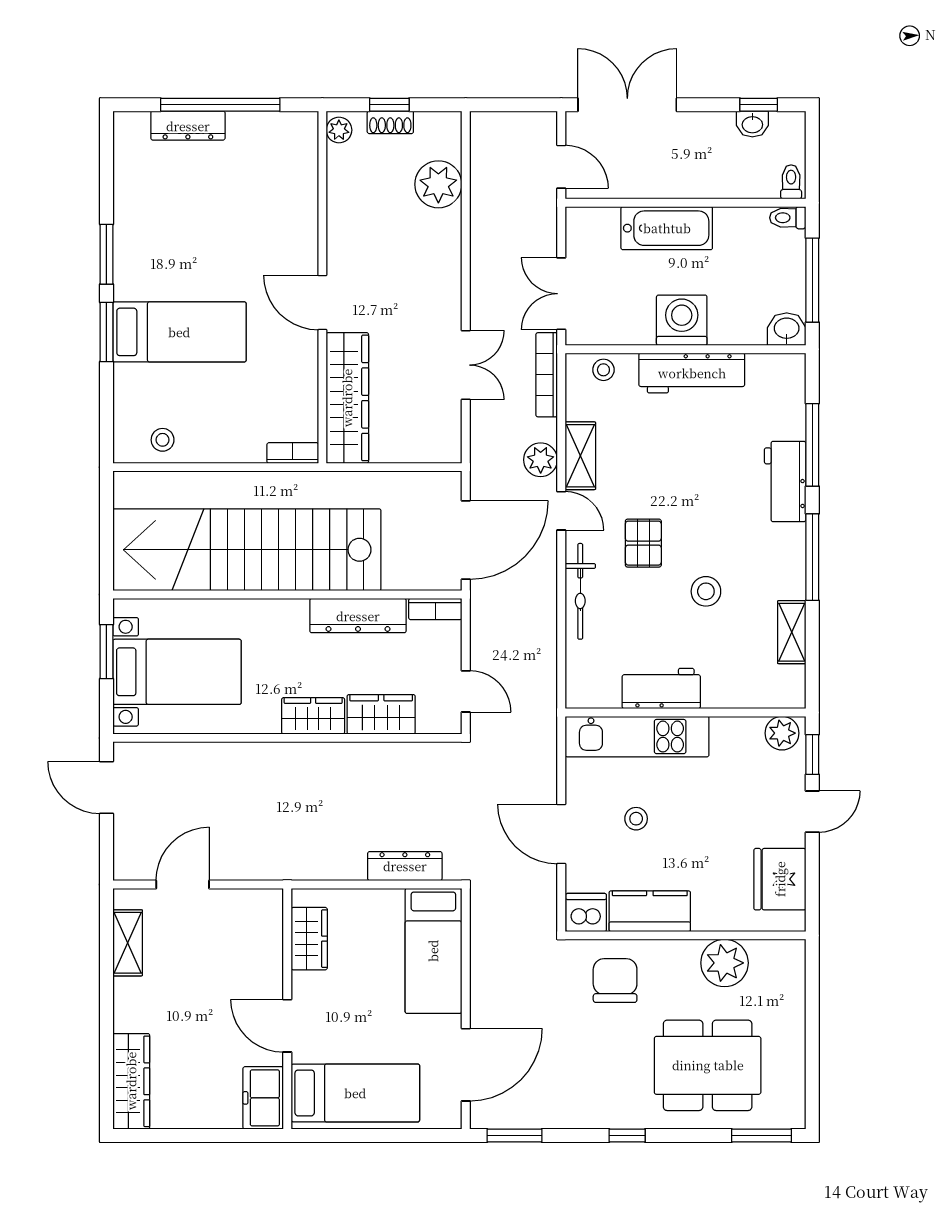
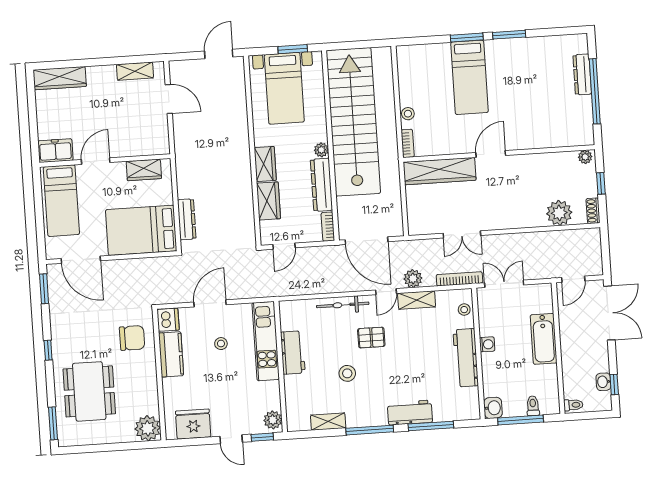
shoe rack: (390, 122) -> (593, 211), moved
toilet: (788, 218) -> (533, 406), moved
washing machine: (682, 320) -> (487, 344), width x0.53, depth x0.53
stool: (163, 440) -> (408, 114), moved
plant: (294, 612) -> (321, 150), added
bed: (433, 951) -> (141, 230), width x1.50
plant: (725, 963) -> (148, 428), moved

